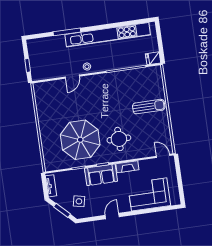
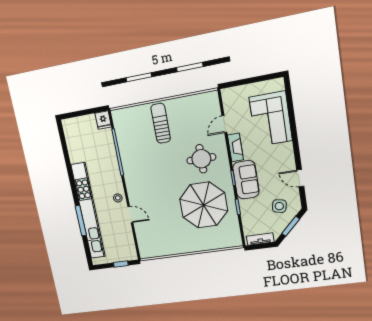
kitchen unit: (108, 35) -> (88, 211), moved
door: (163, 156) -> (224, 124), moved
door: (112, 216) -> (300, 178), moved

